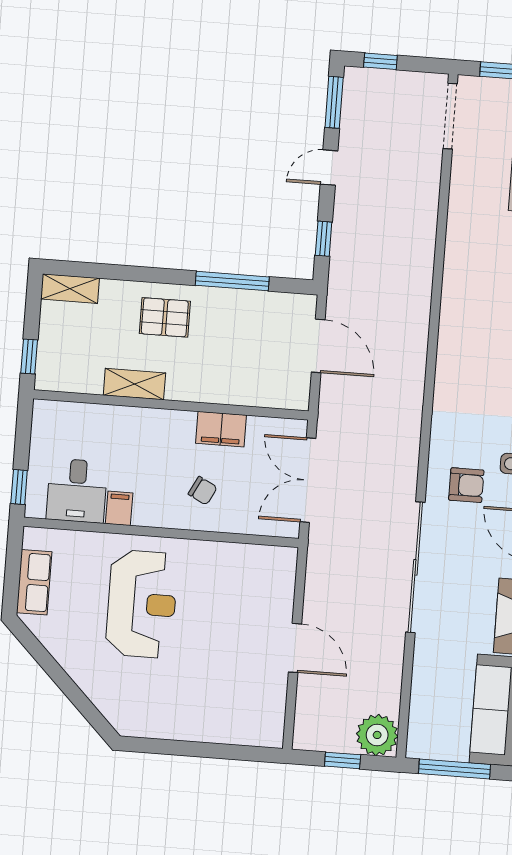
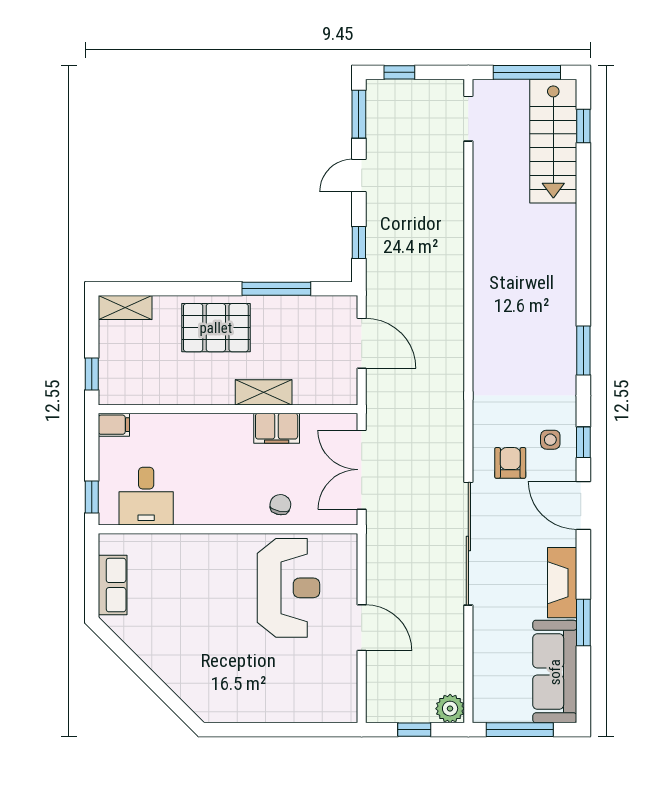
doorway: (450, 116) -> (468, 119), width x0.73
pallet: (165, 317) -> (216, 328), width x1.50, depth x1.42
shelving: (134, 384) -> (264, 392), moved
armchair: (466, 485) -> (510, 463), turned -90
chair: (203, 491) -> (280, 505), moved, turned -106
filing cabinet: (119, 508) -> (114, 425), moved, turned 90
reception desk: (142, 604) -> (288, 588), moved
plant: (377, 735) -> (450, 709), width x0.73, depth x0.73

